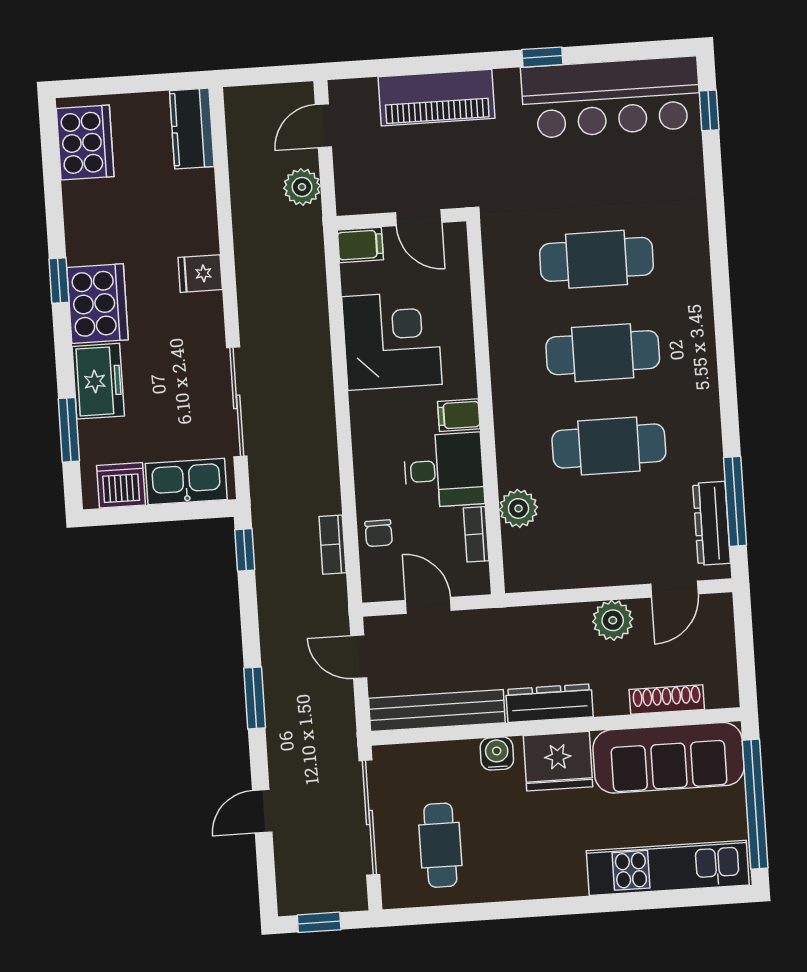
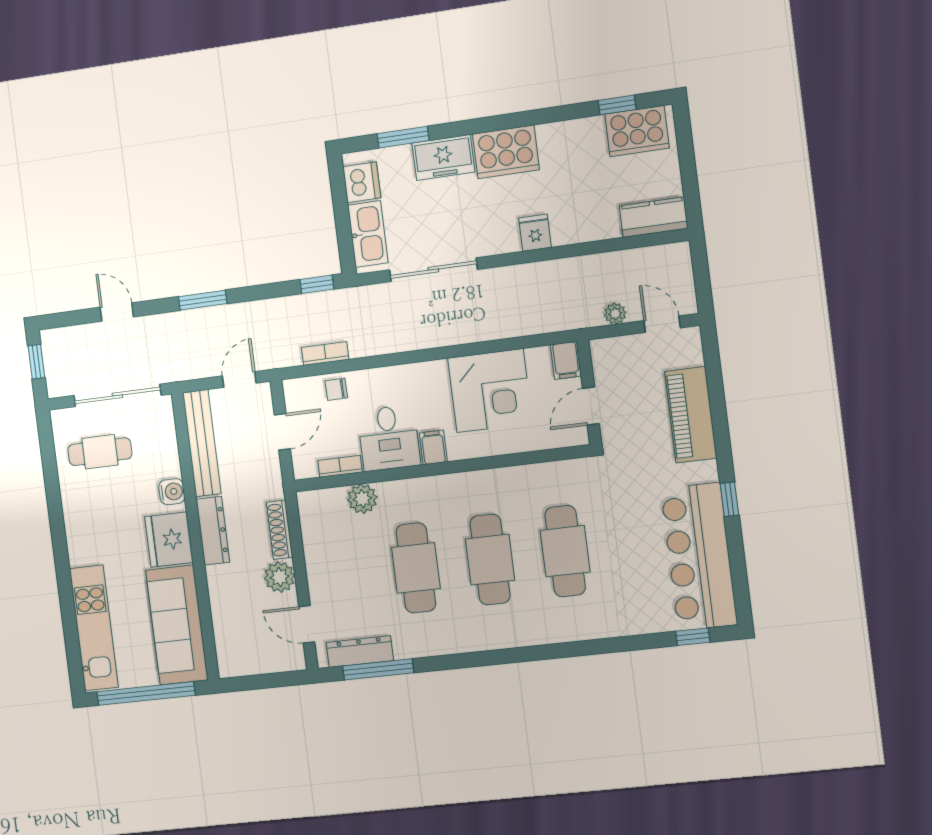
plant: (302, 187) -> (615, 314), width x0.73, depth x0.73
window: (59, 281) -> (617, 105), moved
shoe rack: (667, 699) -> (280, 530), moved, turned 180

